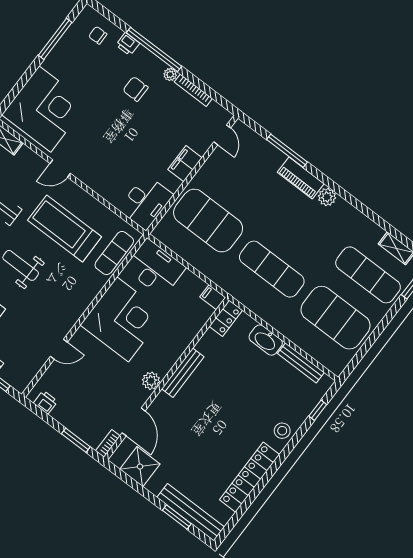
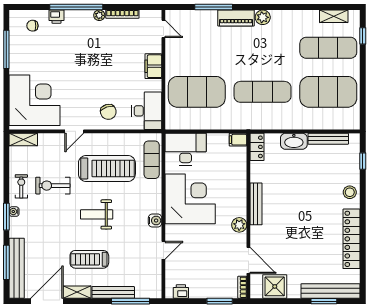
chair: (135, 89) -> (108, 112), moved, turned -109
treadmill: (65, 228) -> (107, 168), turned 180
water cooler: (73, 314) -> (155, 220), added

